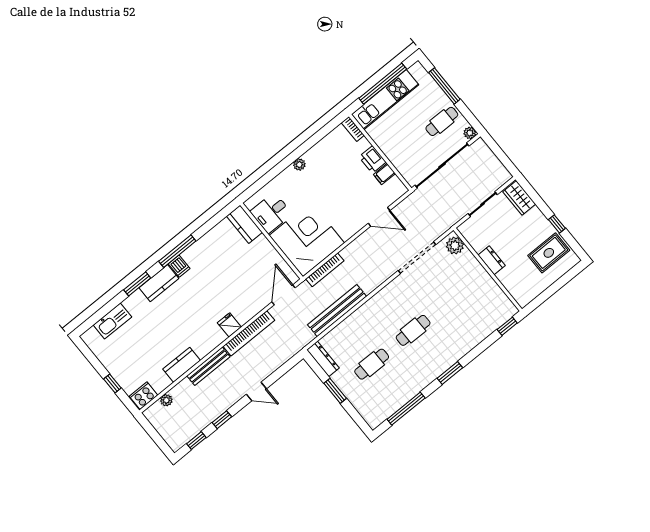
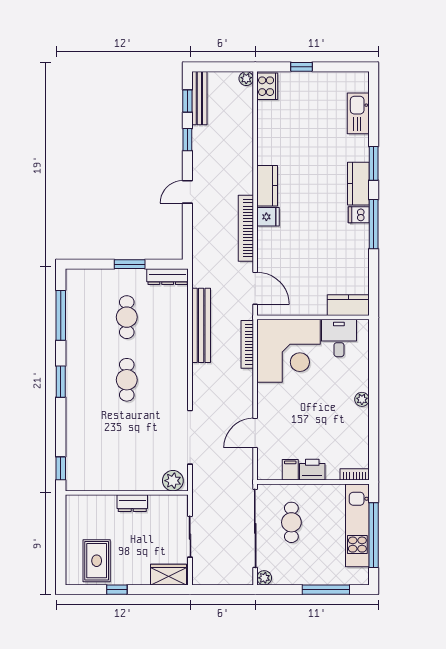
cafe table: (442, 121) -> (291, 522), moved
kitchen counter: (182, 365) -> (267, 186), moved
bench: (208, 366) -> (199, 98), moved
plant: (166, 400) -> (246, 79), moved

